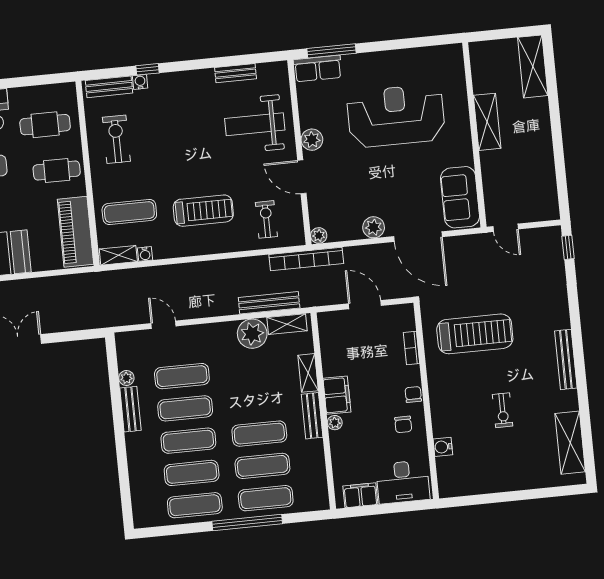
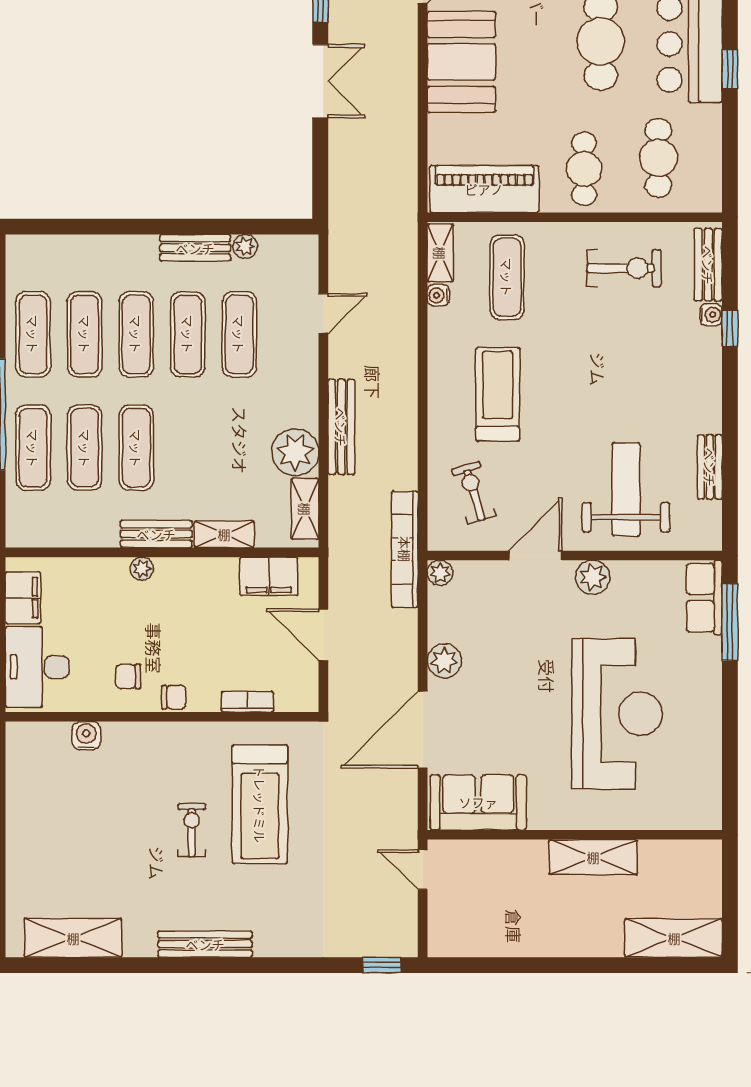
treadmill: (203, 211) -> (498, 394), turned 180
exercise bike: (266, 219) -> (474, 493), turned -107
door: (506, 228) -> (423, 870), hinge flipped
bench: (269, 303) -> (341, 427), moved
door: (365, 305) -> (323, 635), swing flipped
filing cabinet: (337, 395) -> (269, 576), moved
exercise bike: (503, 410) -> (192, 830), moved, turned 90

